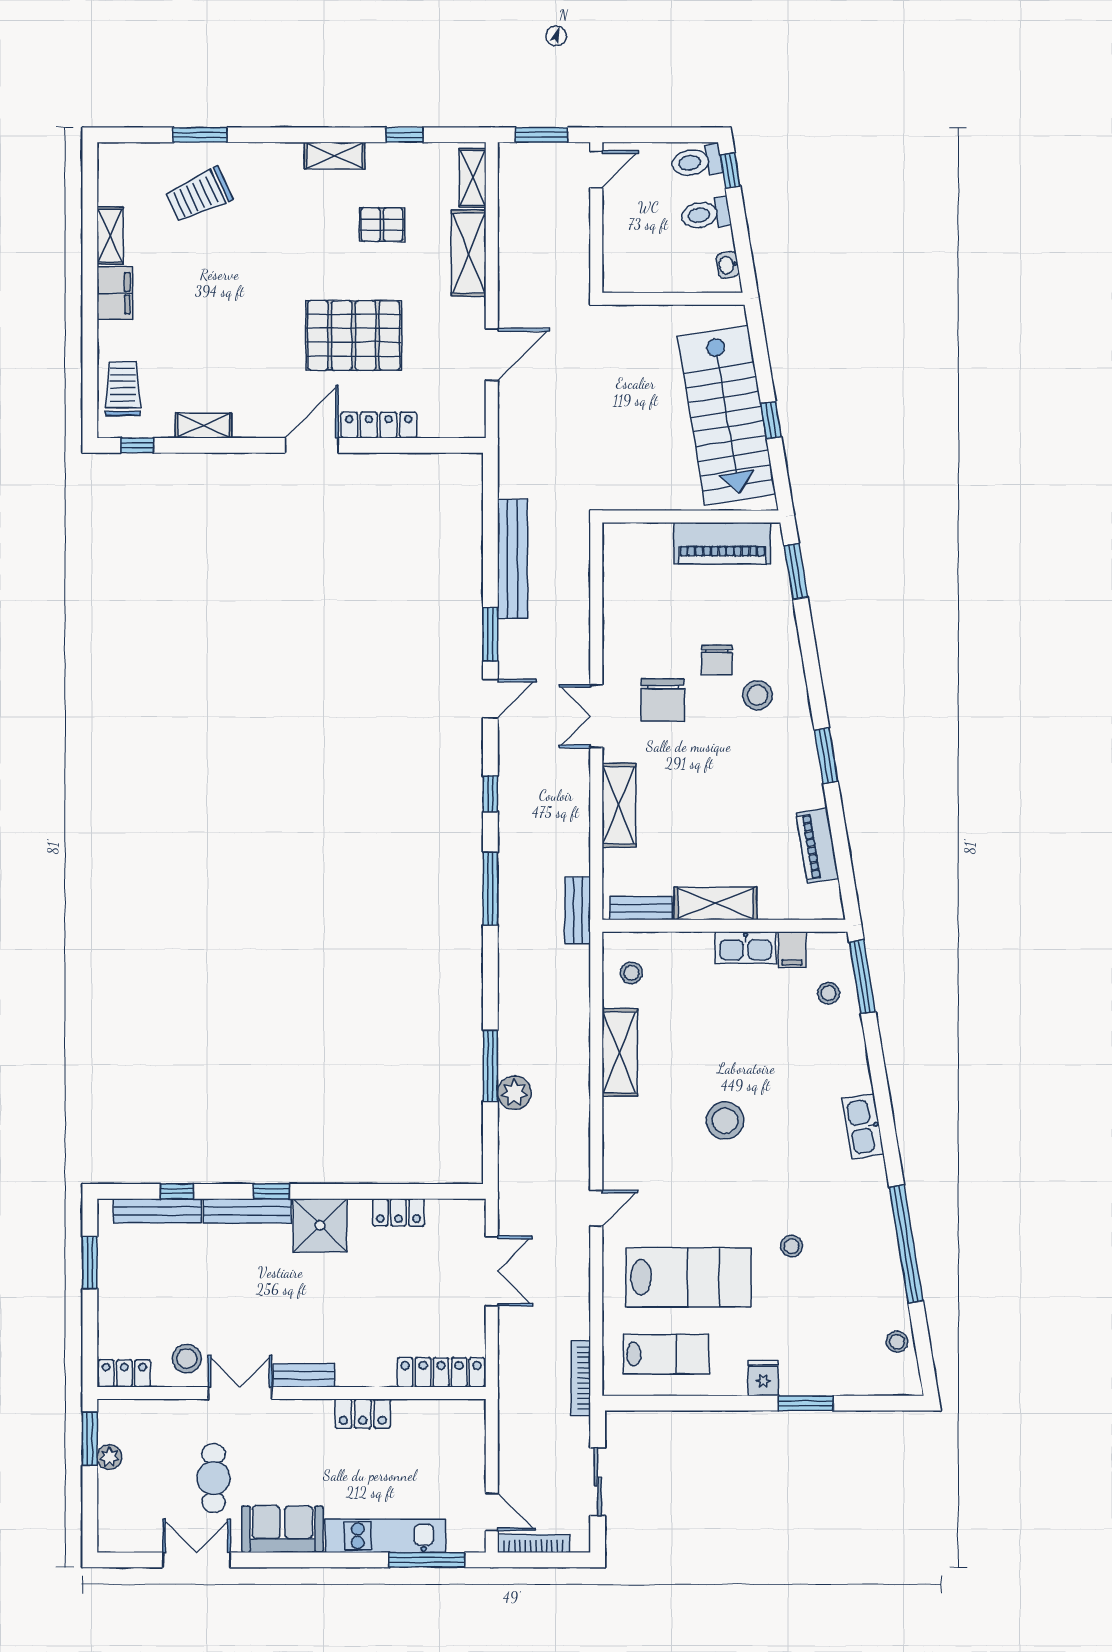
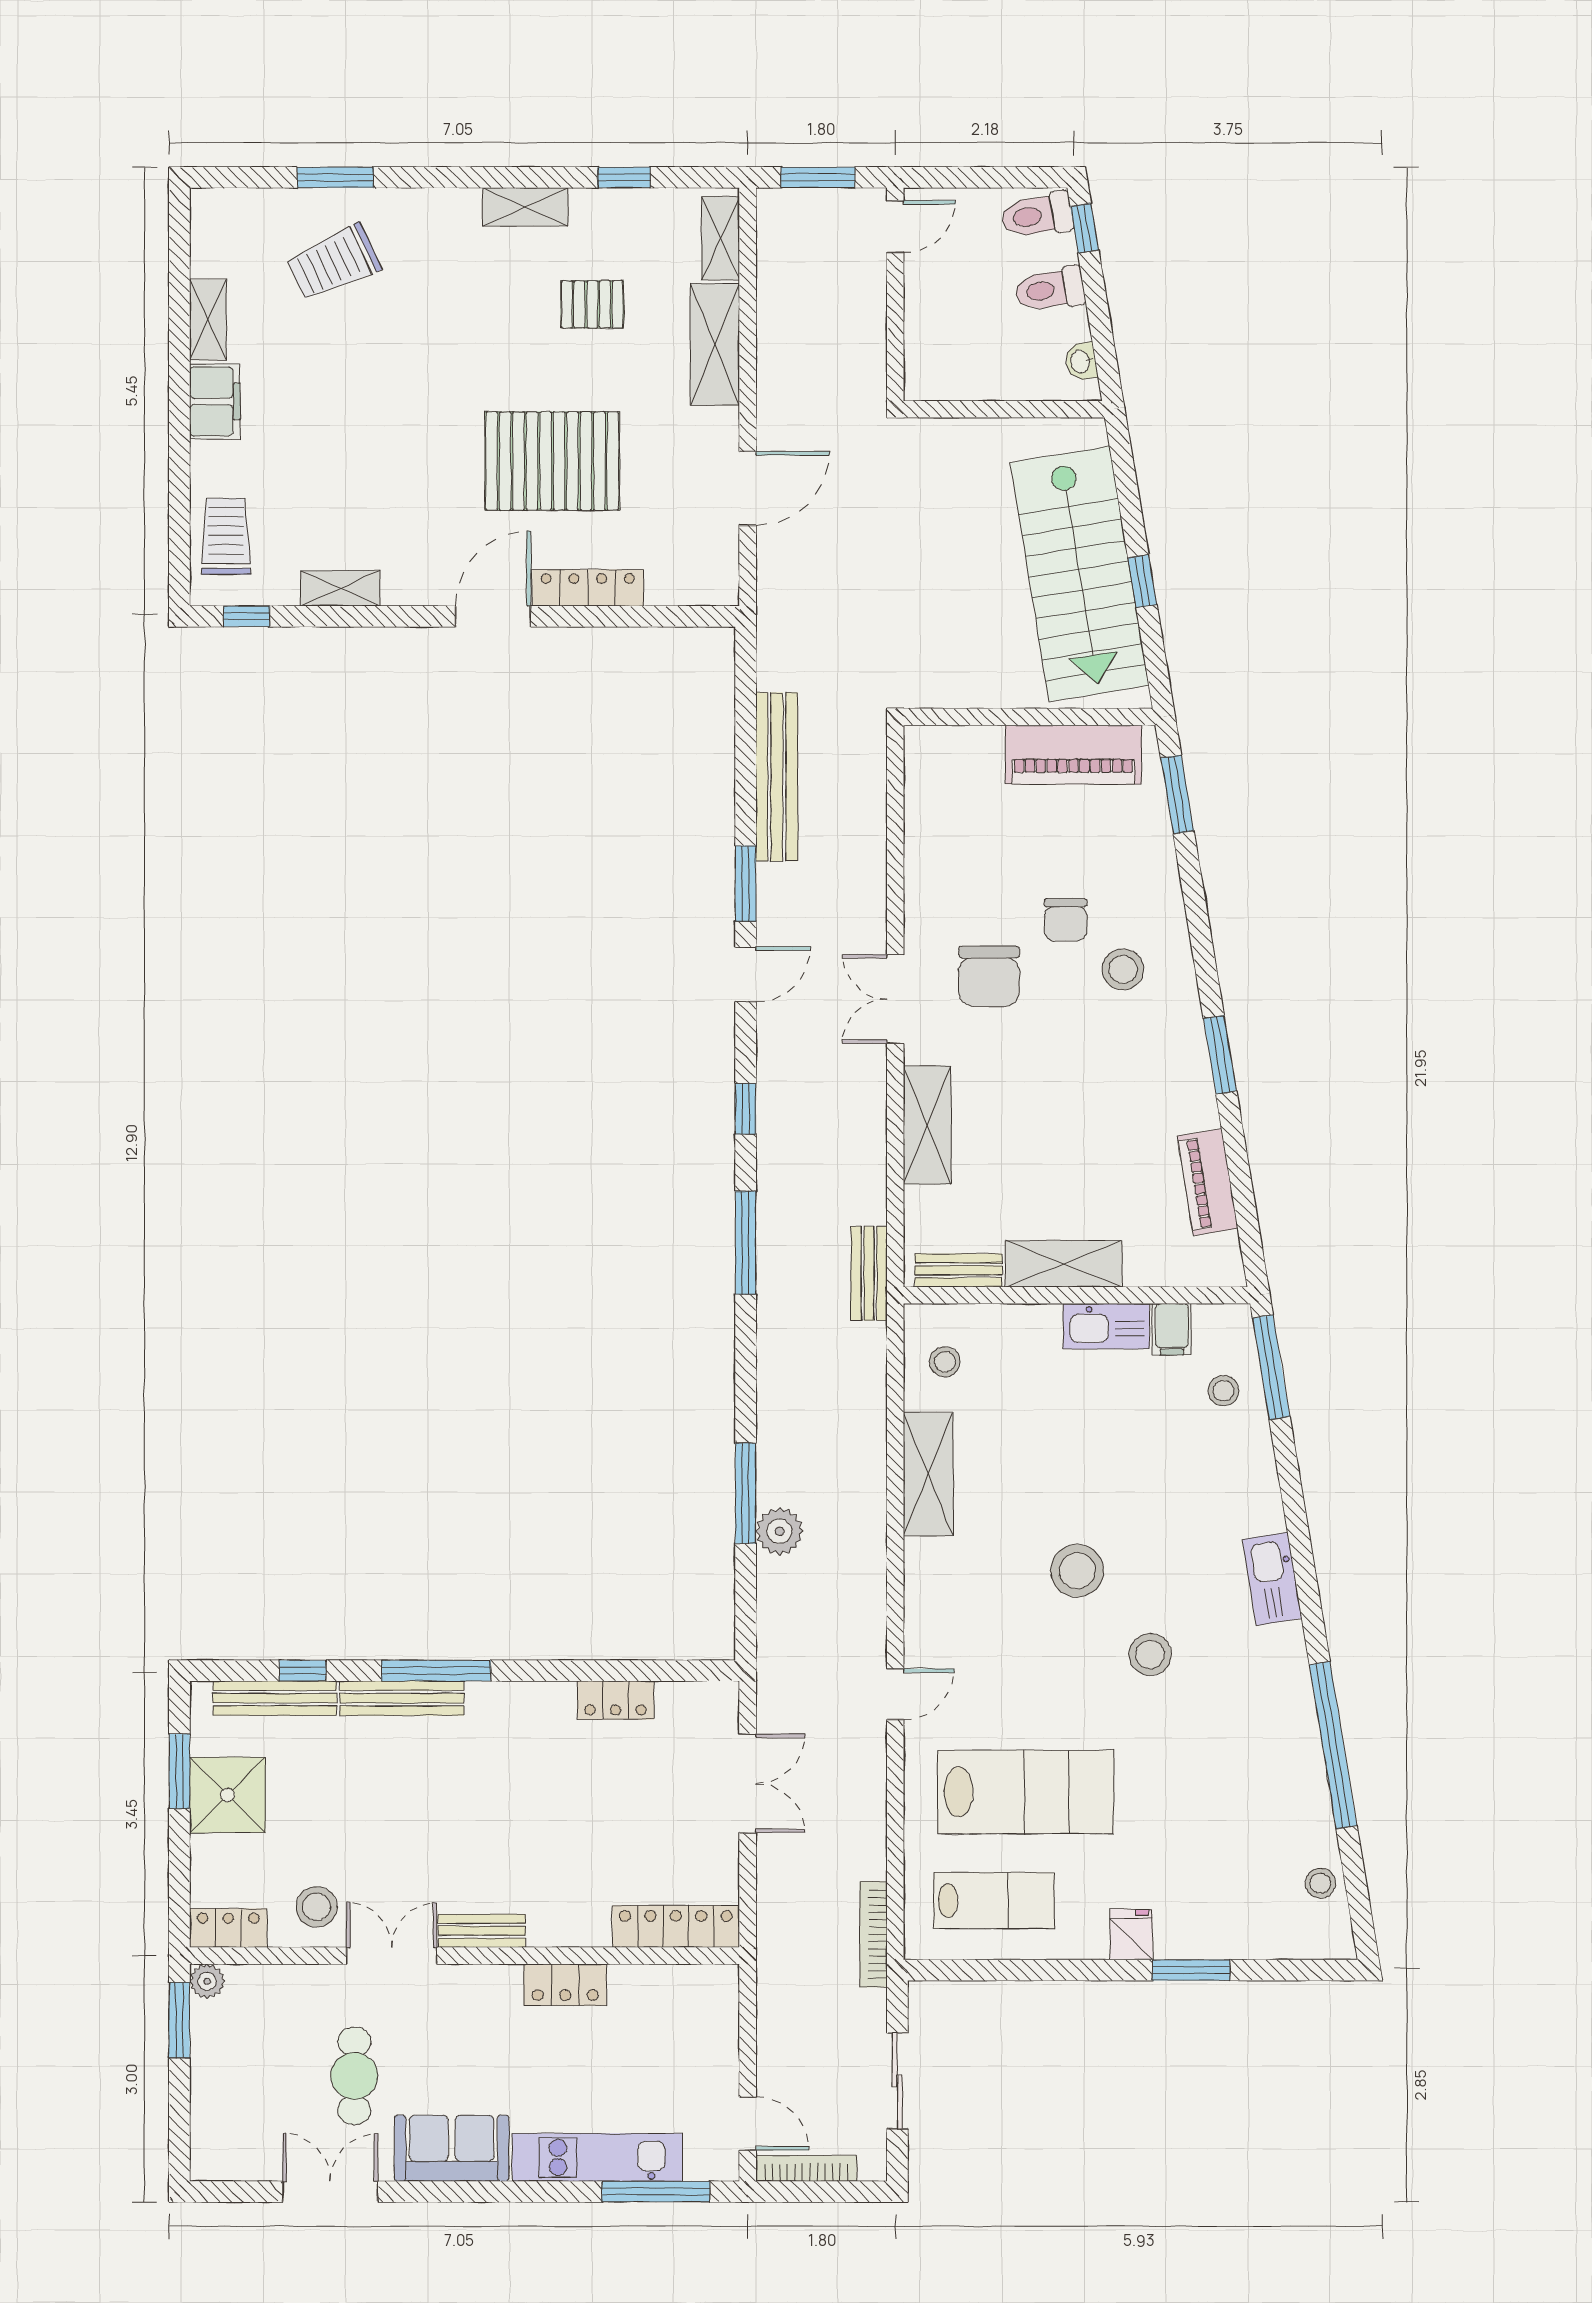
window: (271, 1191) -> (436, 1671), width x2.17
shower: (320, 1225) -> (228, 1795), moved
stool: (792, 1246) -> (1150, 1654), moved, width x1.37, depth x1.37
plant: (109, 1457) -> (207, 1981), moved

